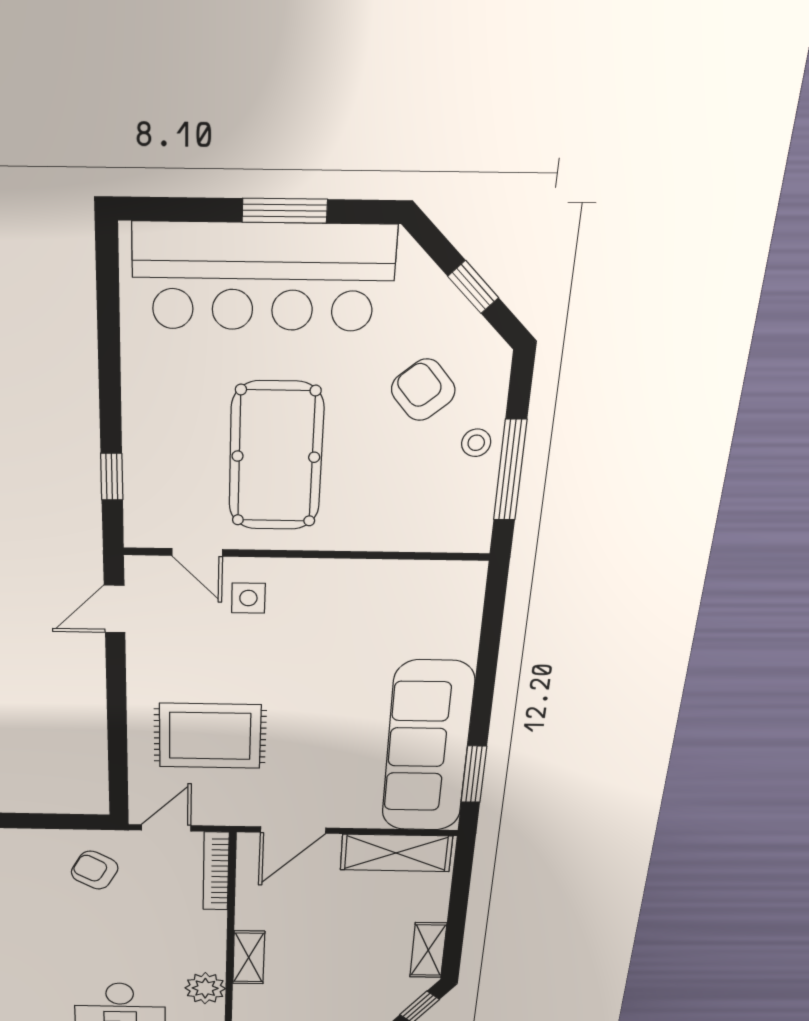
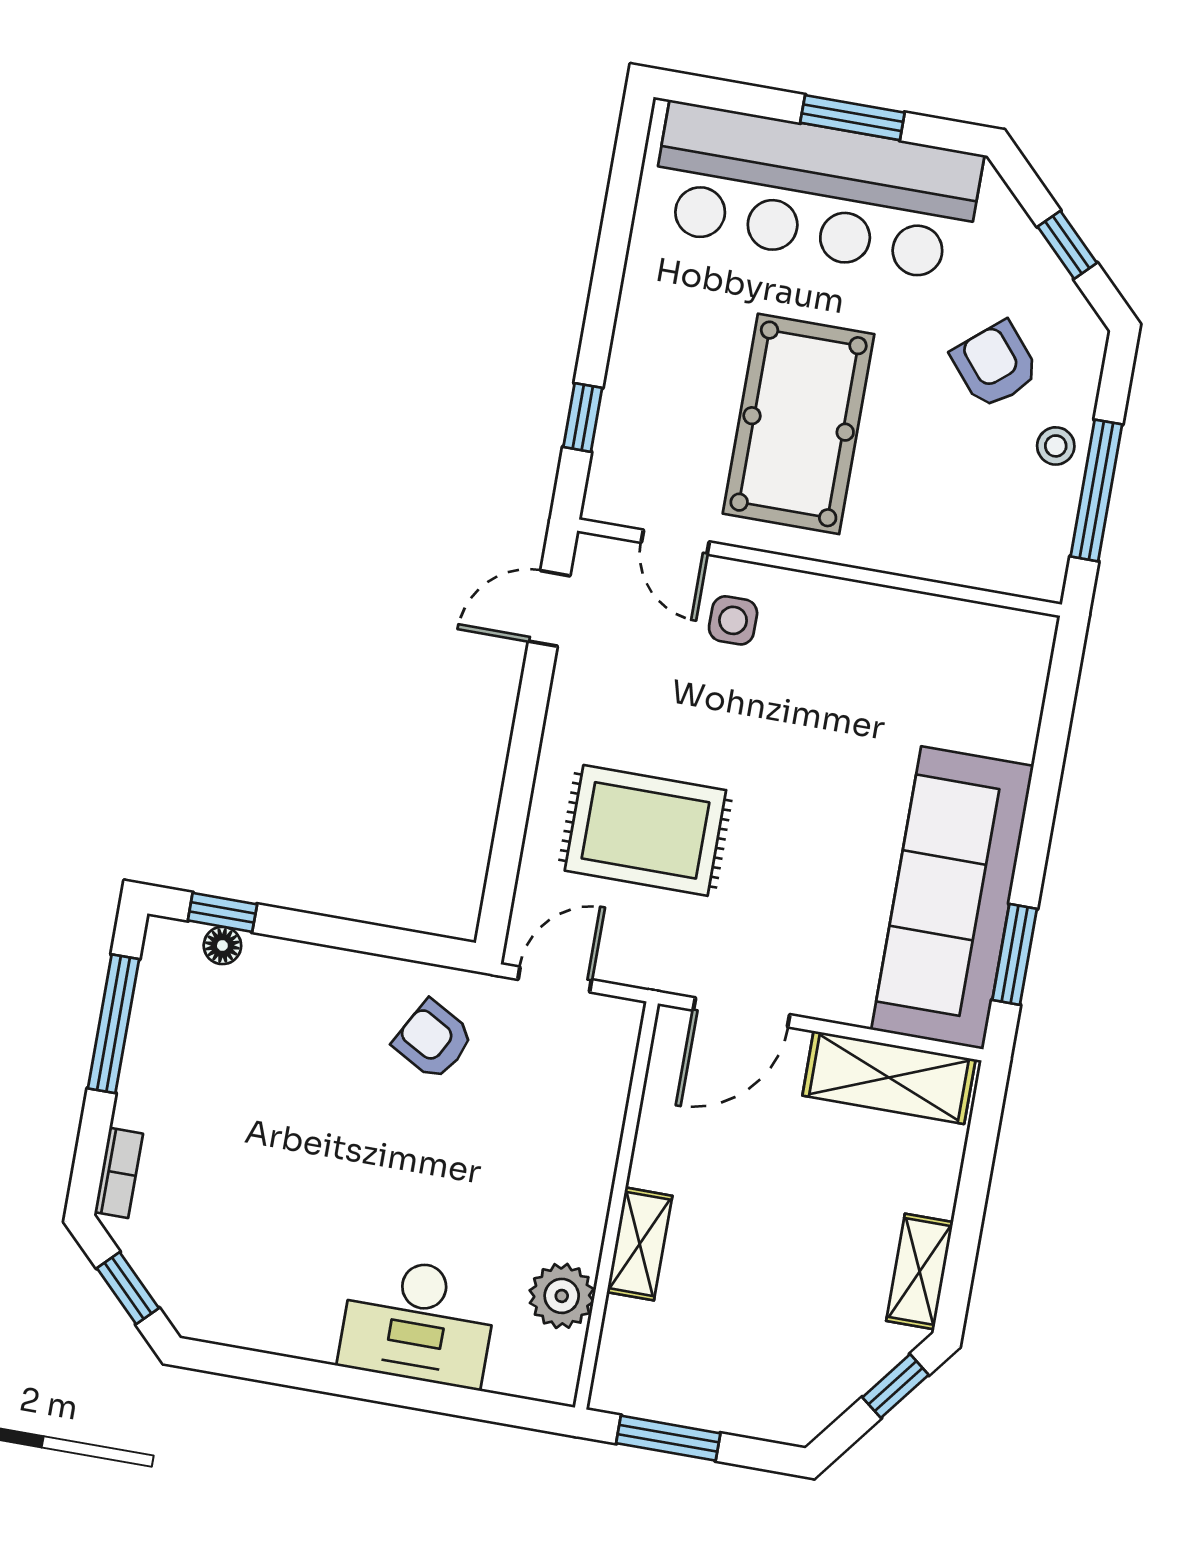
bookcase: (216, 871) -> (616, 1070), removed

